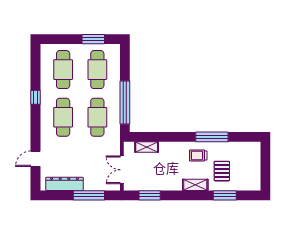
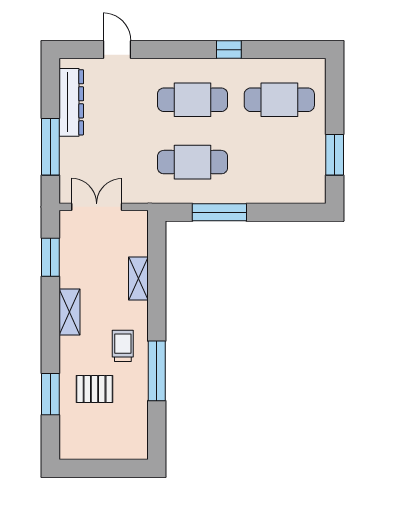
cafe table: (97, 70) -> (279, 162), removed
window: (125, 103) -> (219, 212), width x0.68
shelving: (147, 147) -> (138, 279), moved
shelving: (195, 185) -> (69, 312), moved

